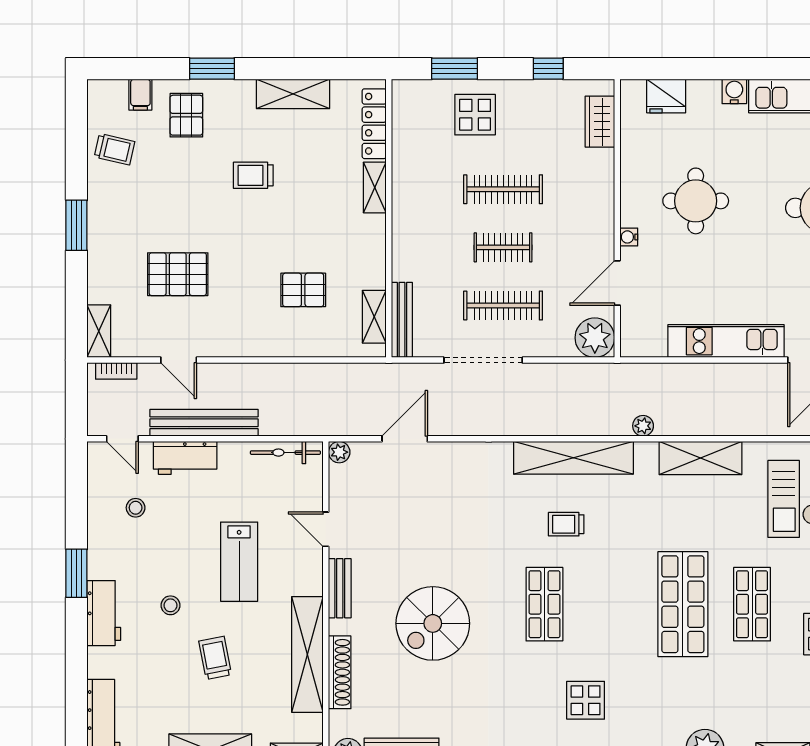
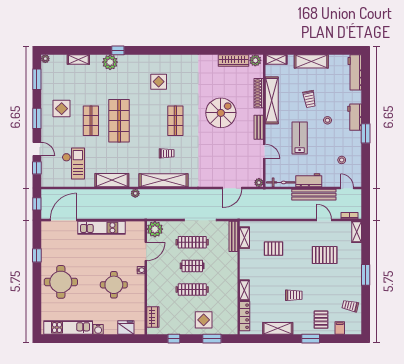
workbench: (185, 458) -> (309, 180), moved

